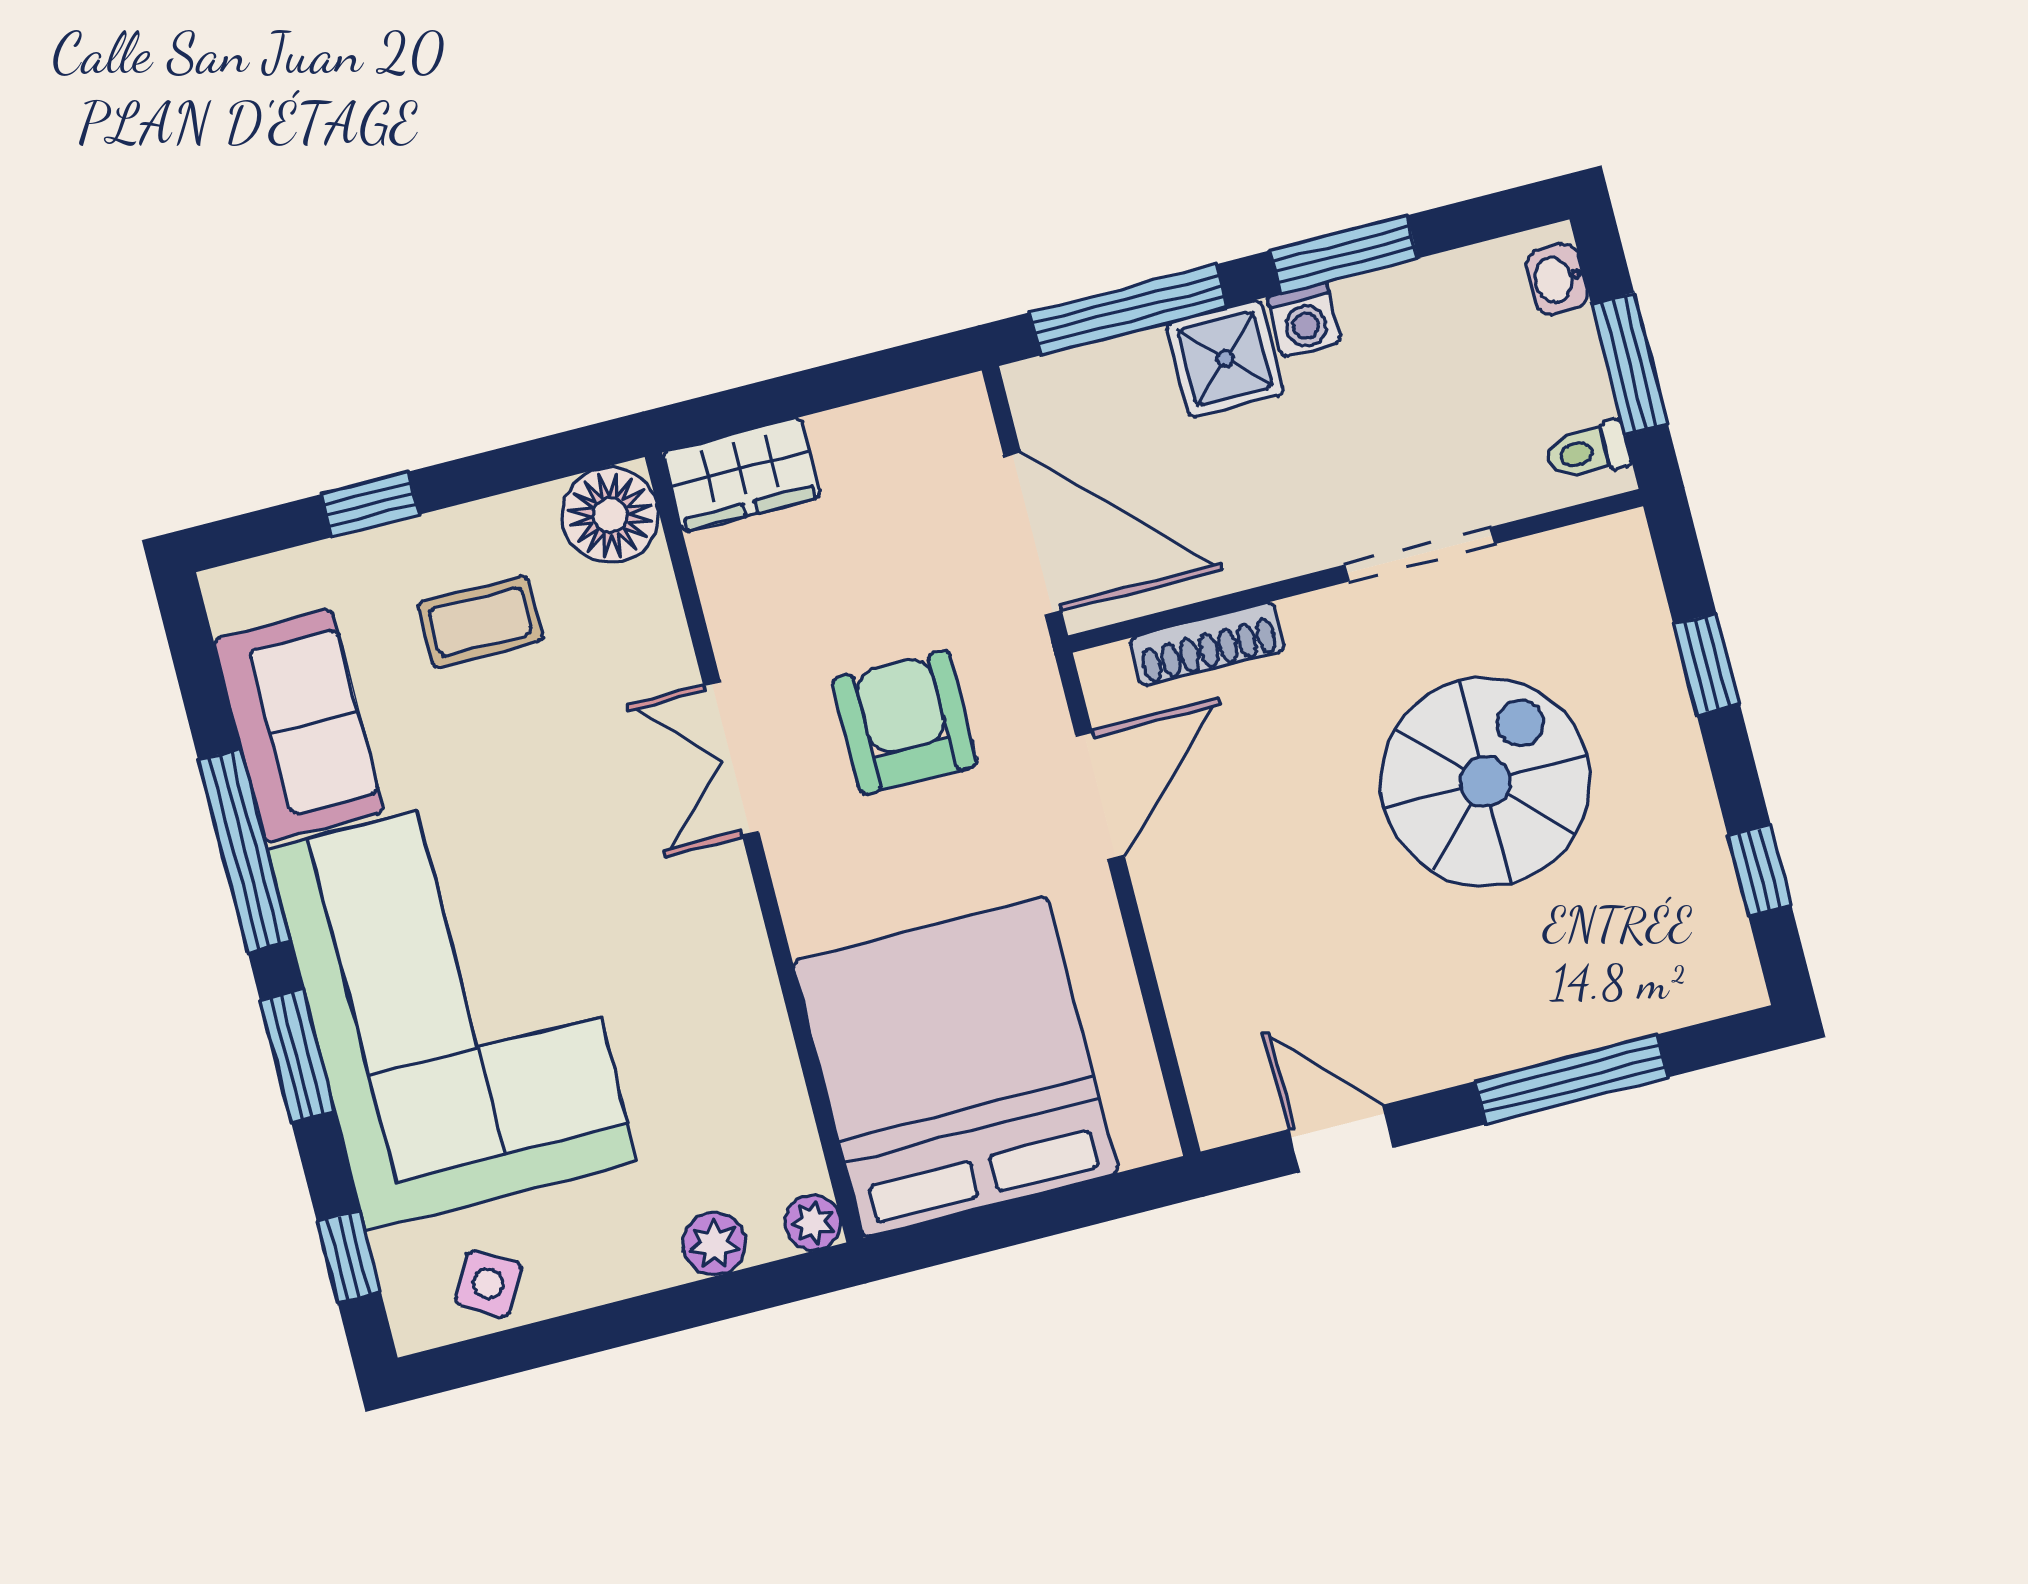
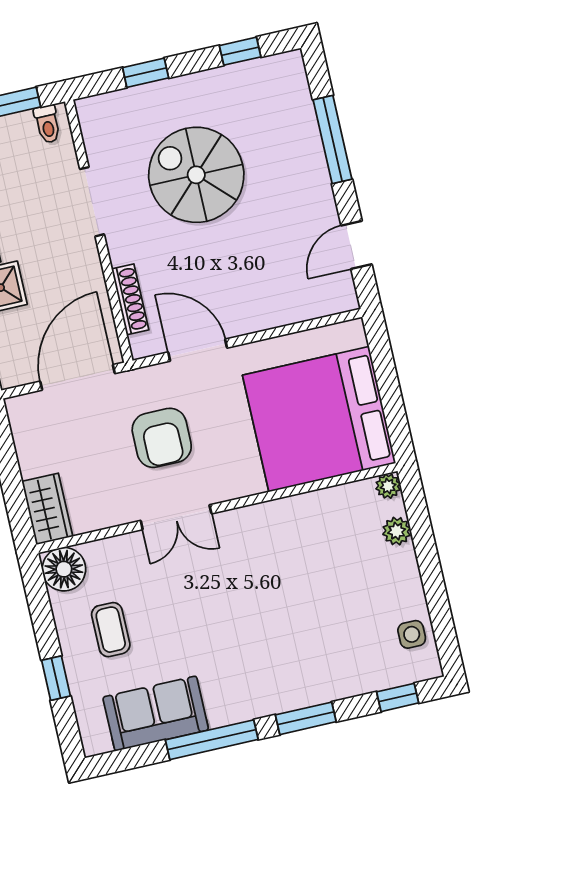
armchair: (905, 722) -> (162, 438), turned -90
corner sofa: (452, 1005) -> (285, 647), removed
side table: (488, 1284) -> (412, 634), turned -30

